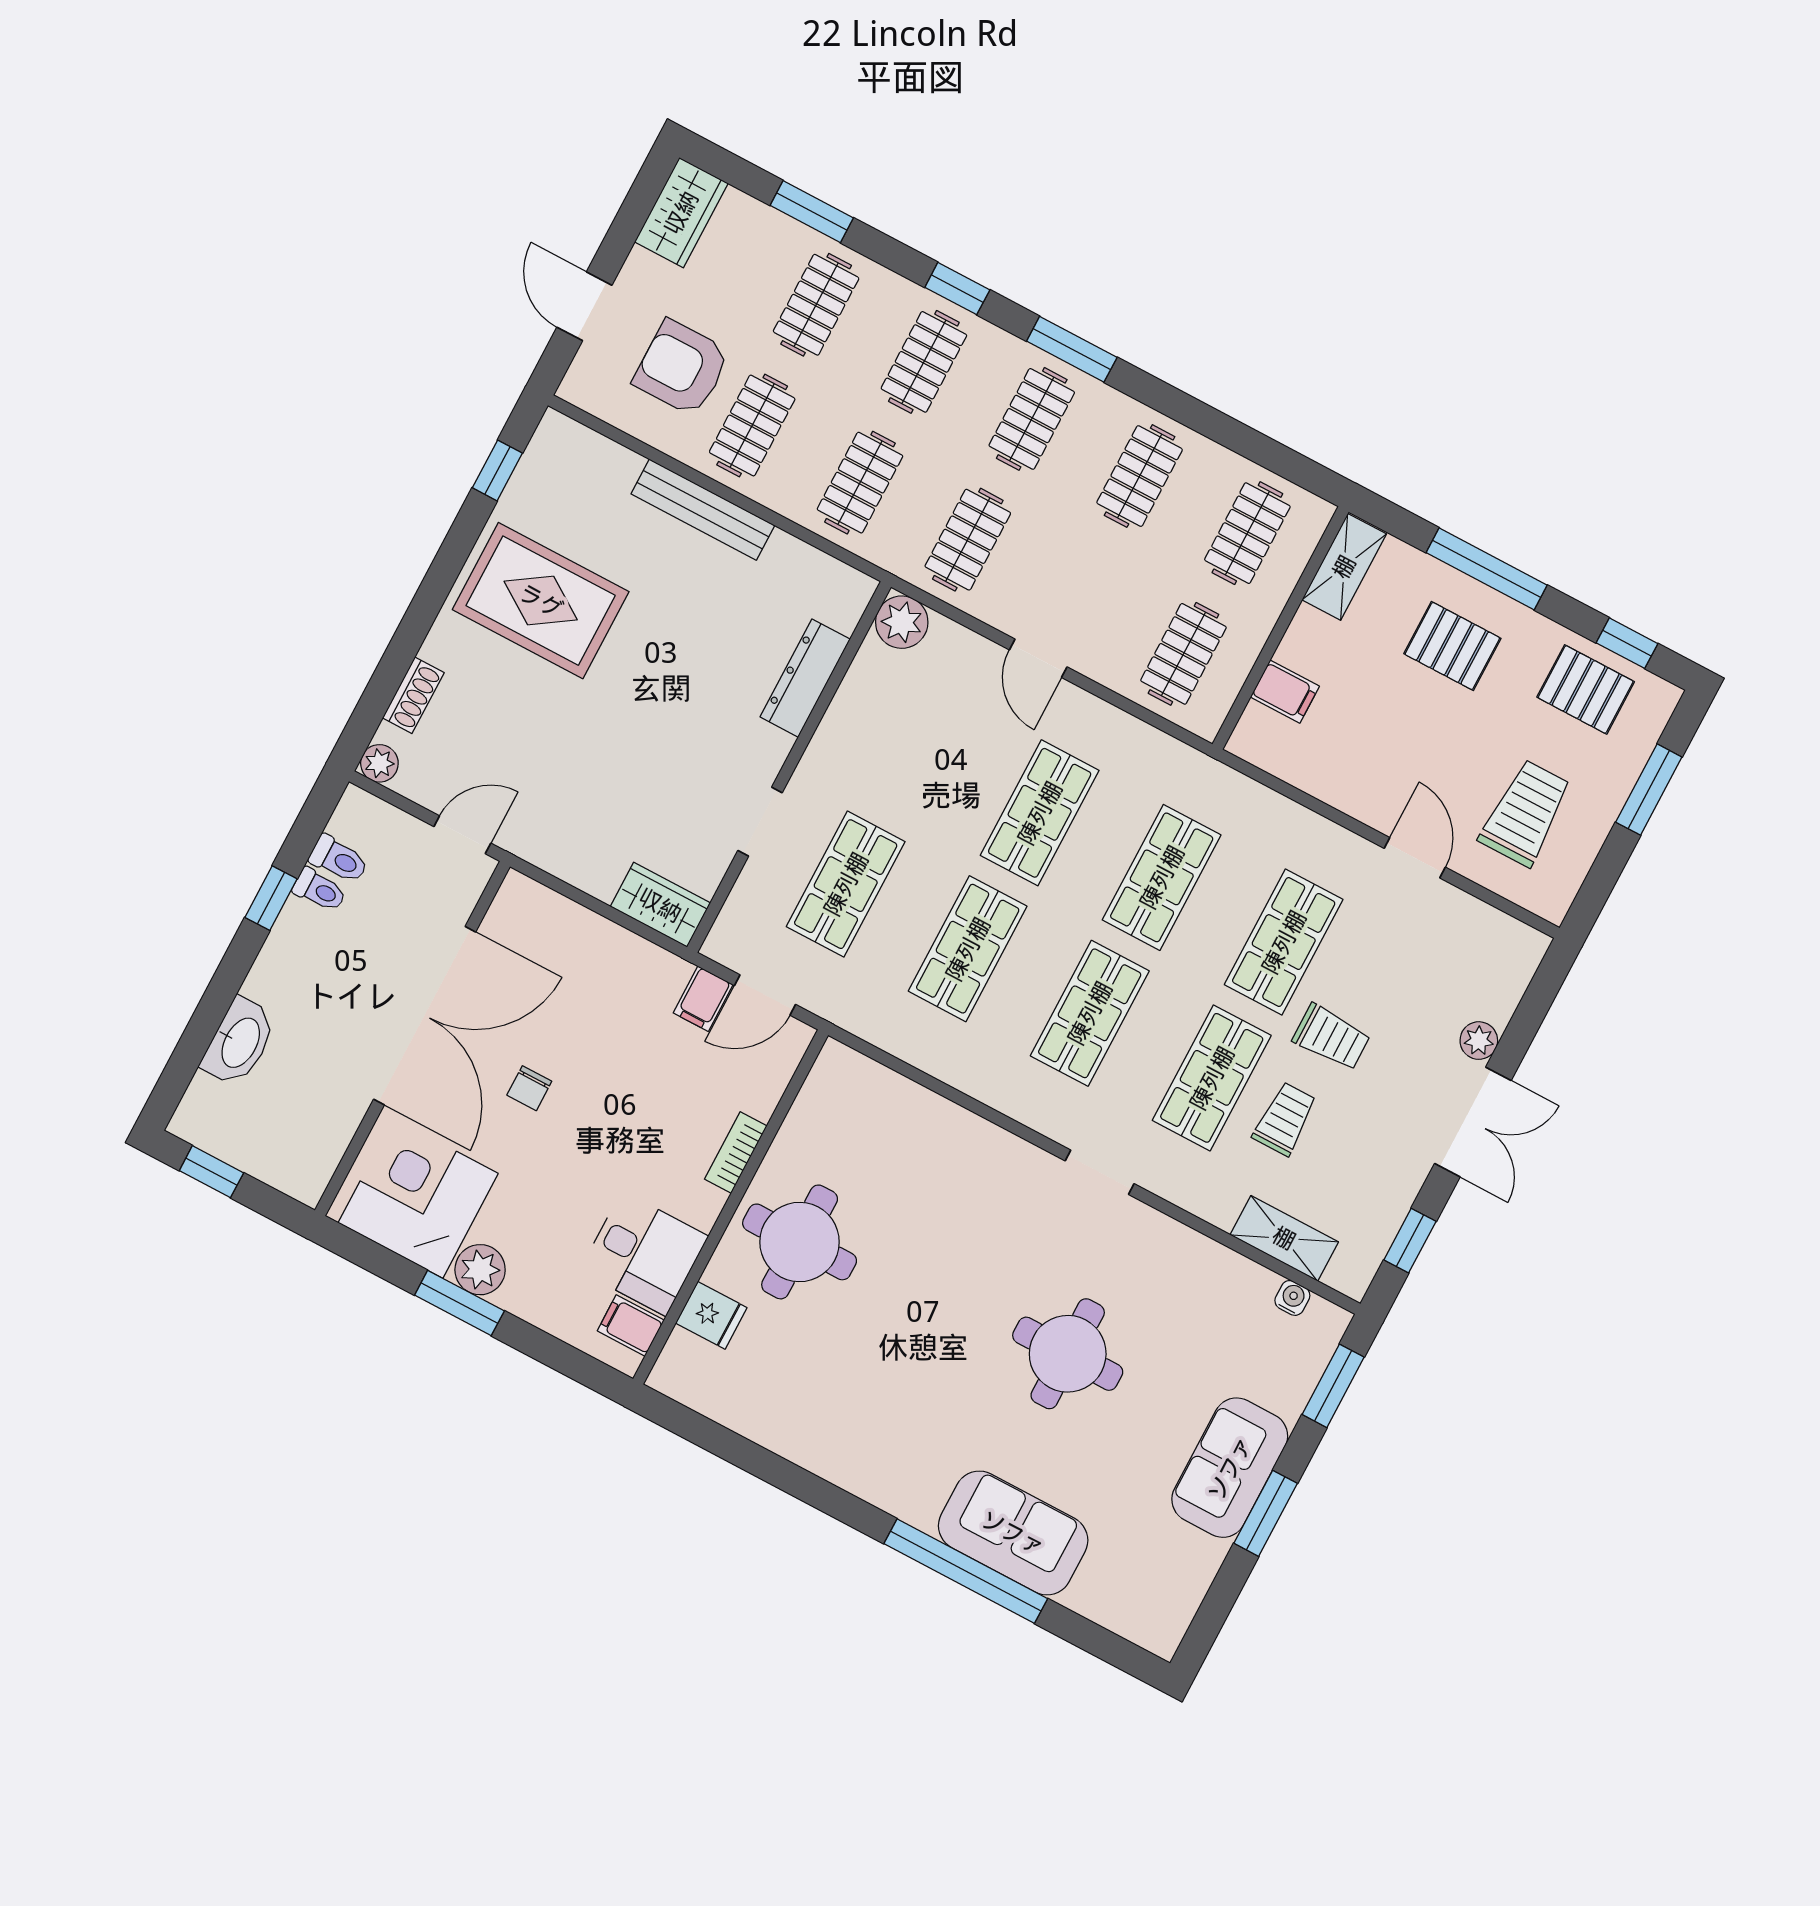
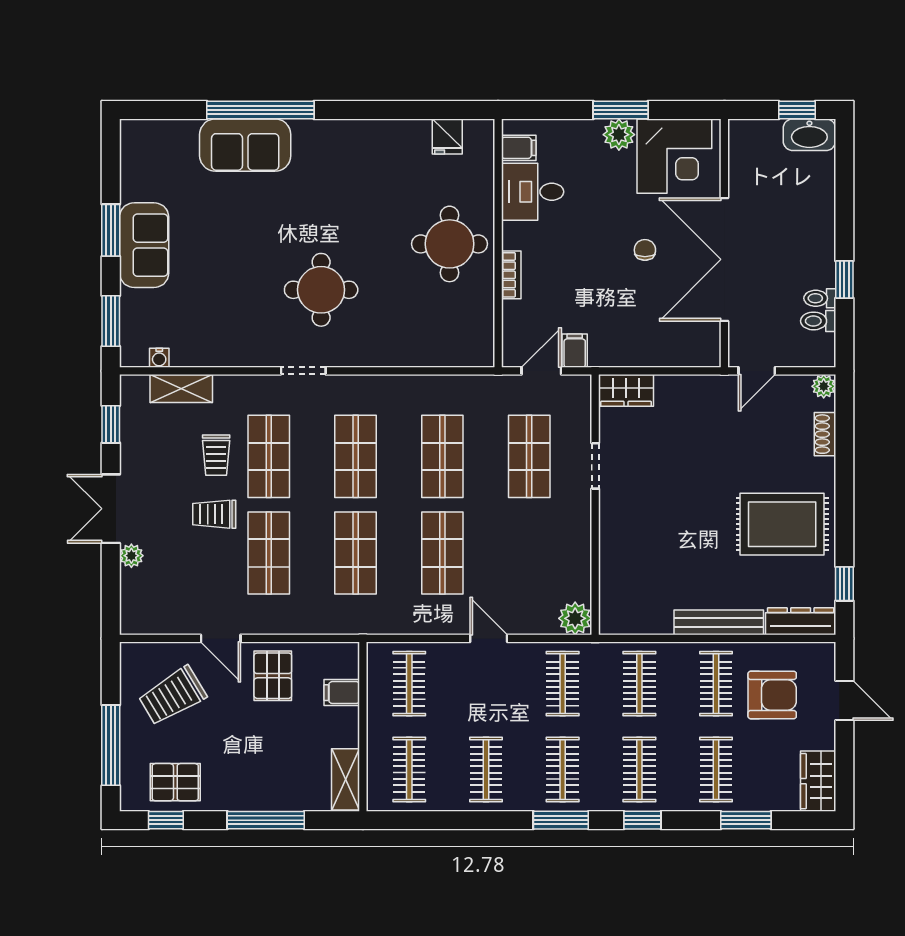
pallet: (1452, 646) -> (273, 676), moved, turned 90
dresser: (805, 678) -> (801, 621), moved, turned -90
window: (1649, 790) -> (111, 745), width x1.44
trolley: (1525, 813) -> (172, 696), turned 59
washbasin: (239, 1042) -> (809, 135), moved, turned -90
fridge: (711, 1315) -> (447, 136), moved, turned -90
round table: (1068, 1354) -> (321, 290), moved

